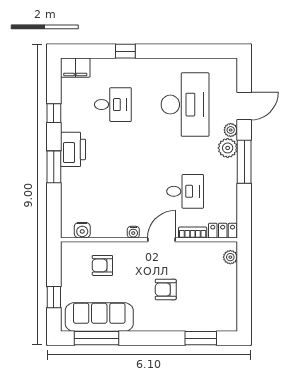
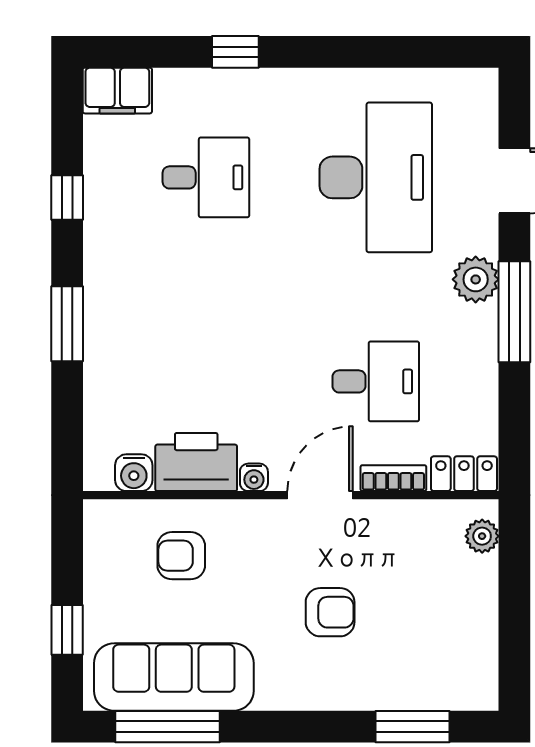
plant: (231, 130) -> (483, 237), removed
printer: (73, 149) -> (196, 462), moved, turned -90
armchair: (166, 289) -> (330, 612), turned 180

